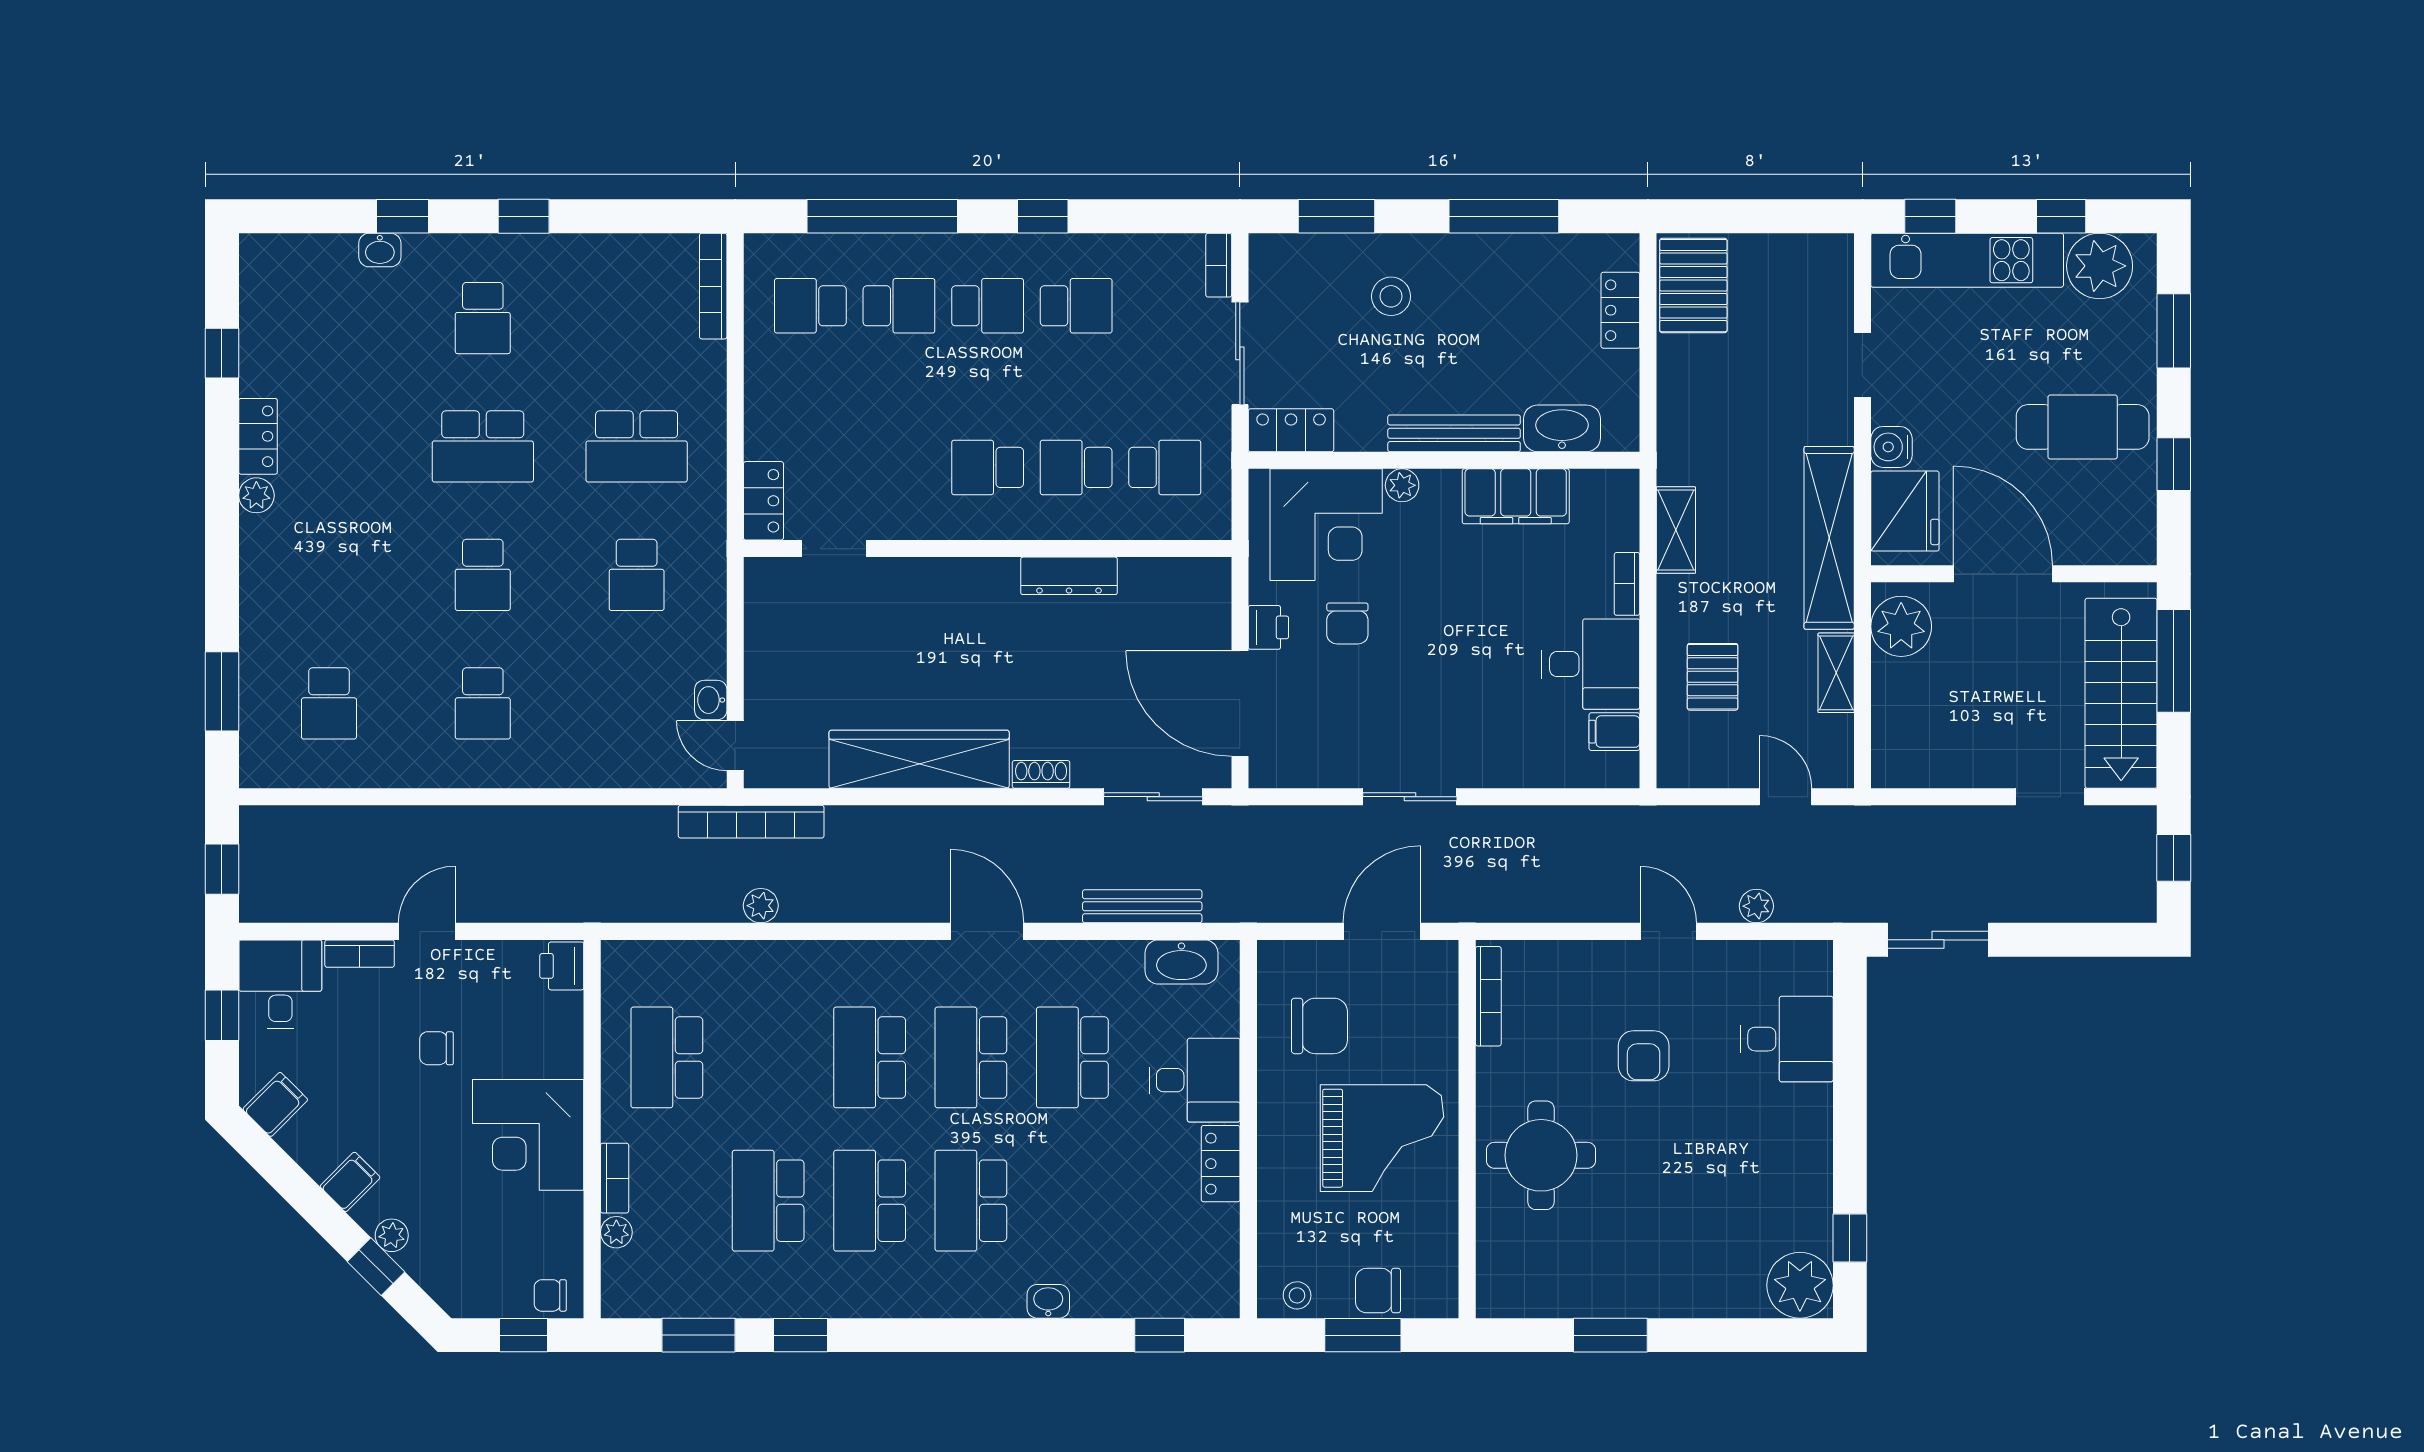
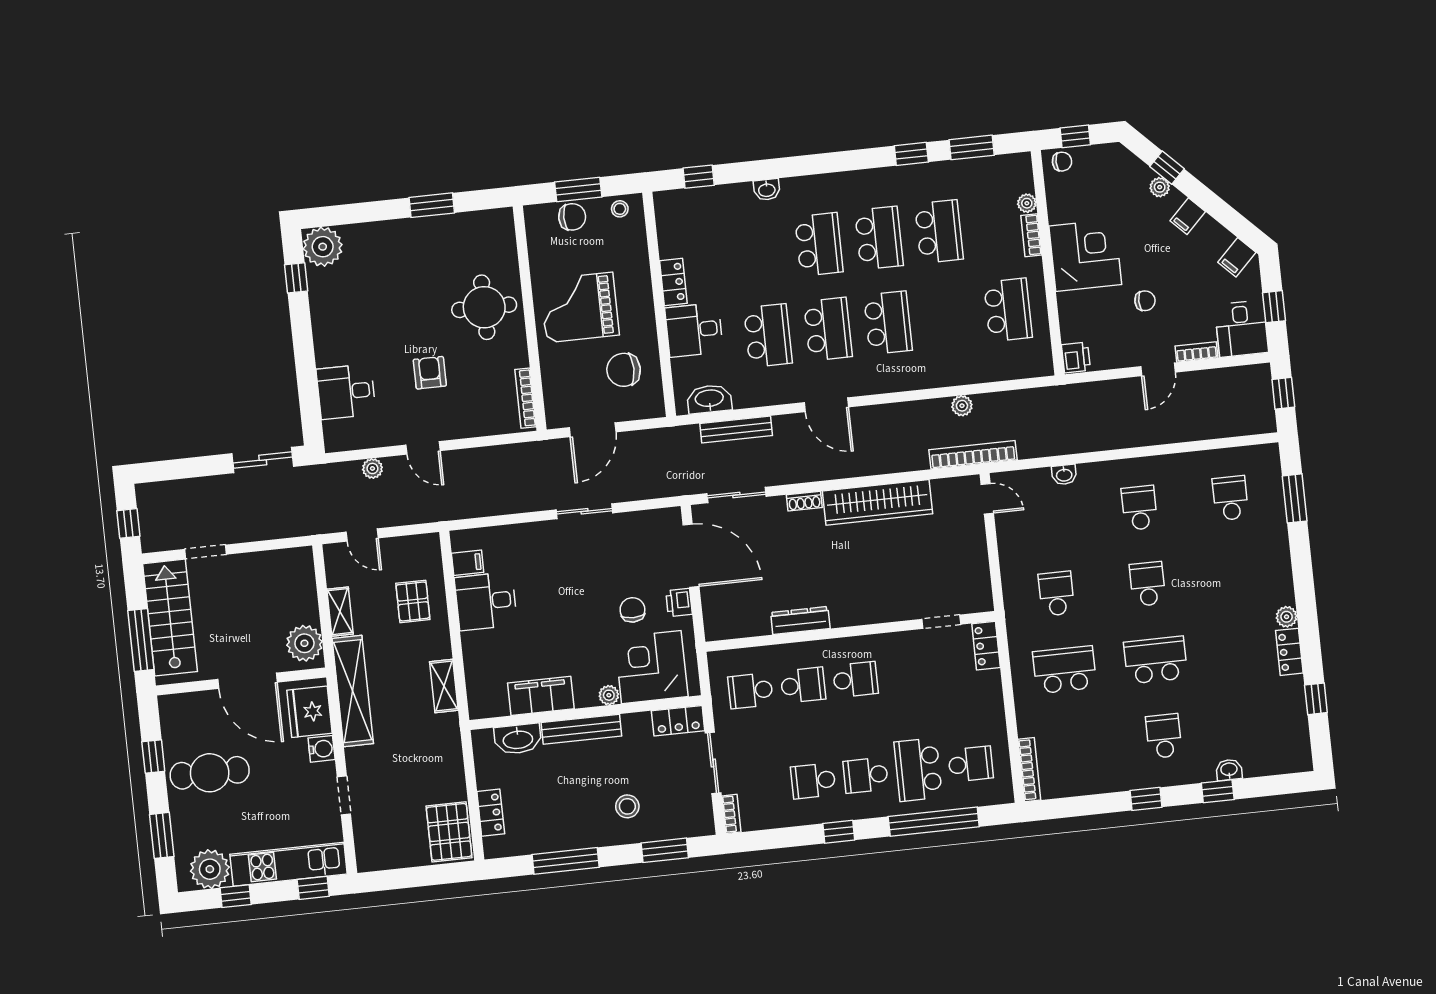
school desk: (899, 306) -> (918, 770), width x1.85
bookcase: (1627, 584) -> (469, 651), removed
washbasin: (711, 700) -> (1064, 475), moved, turned 90

